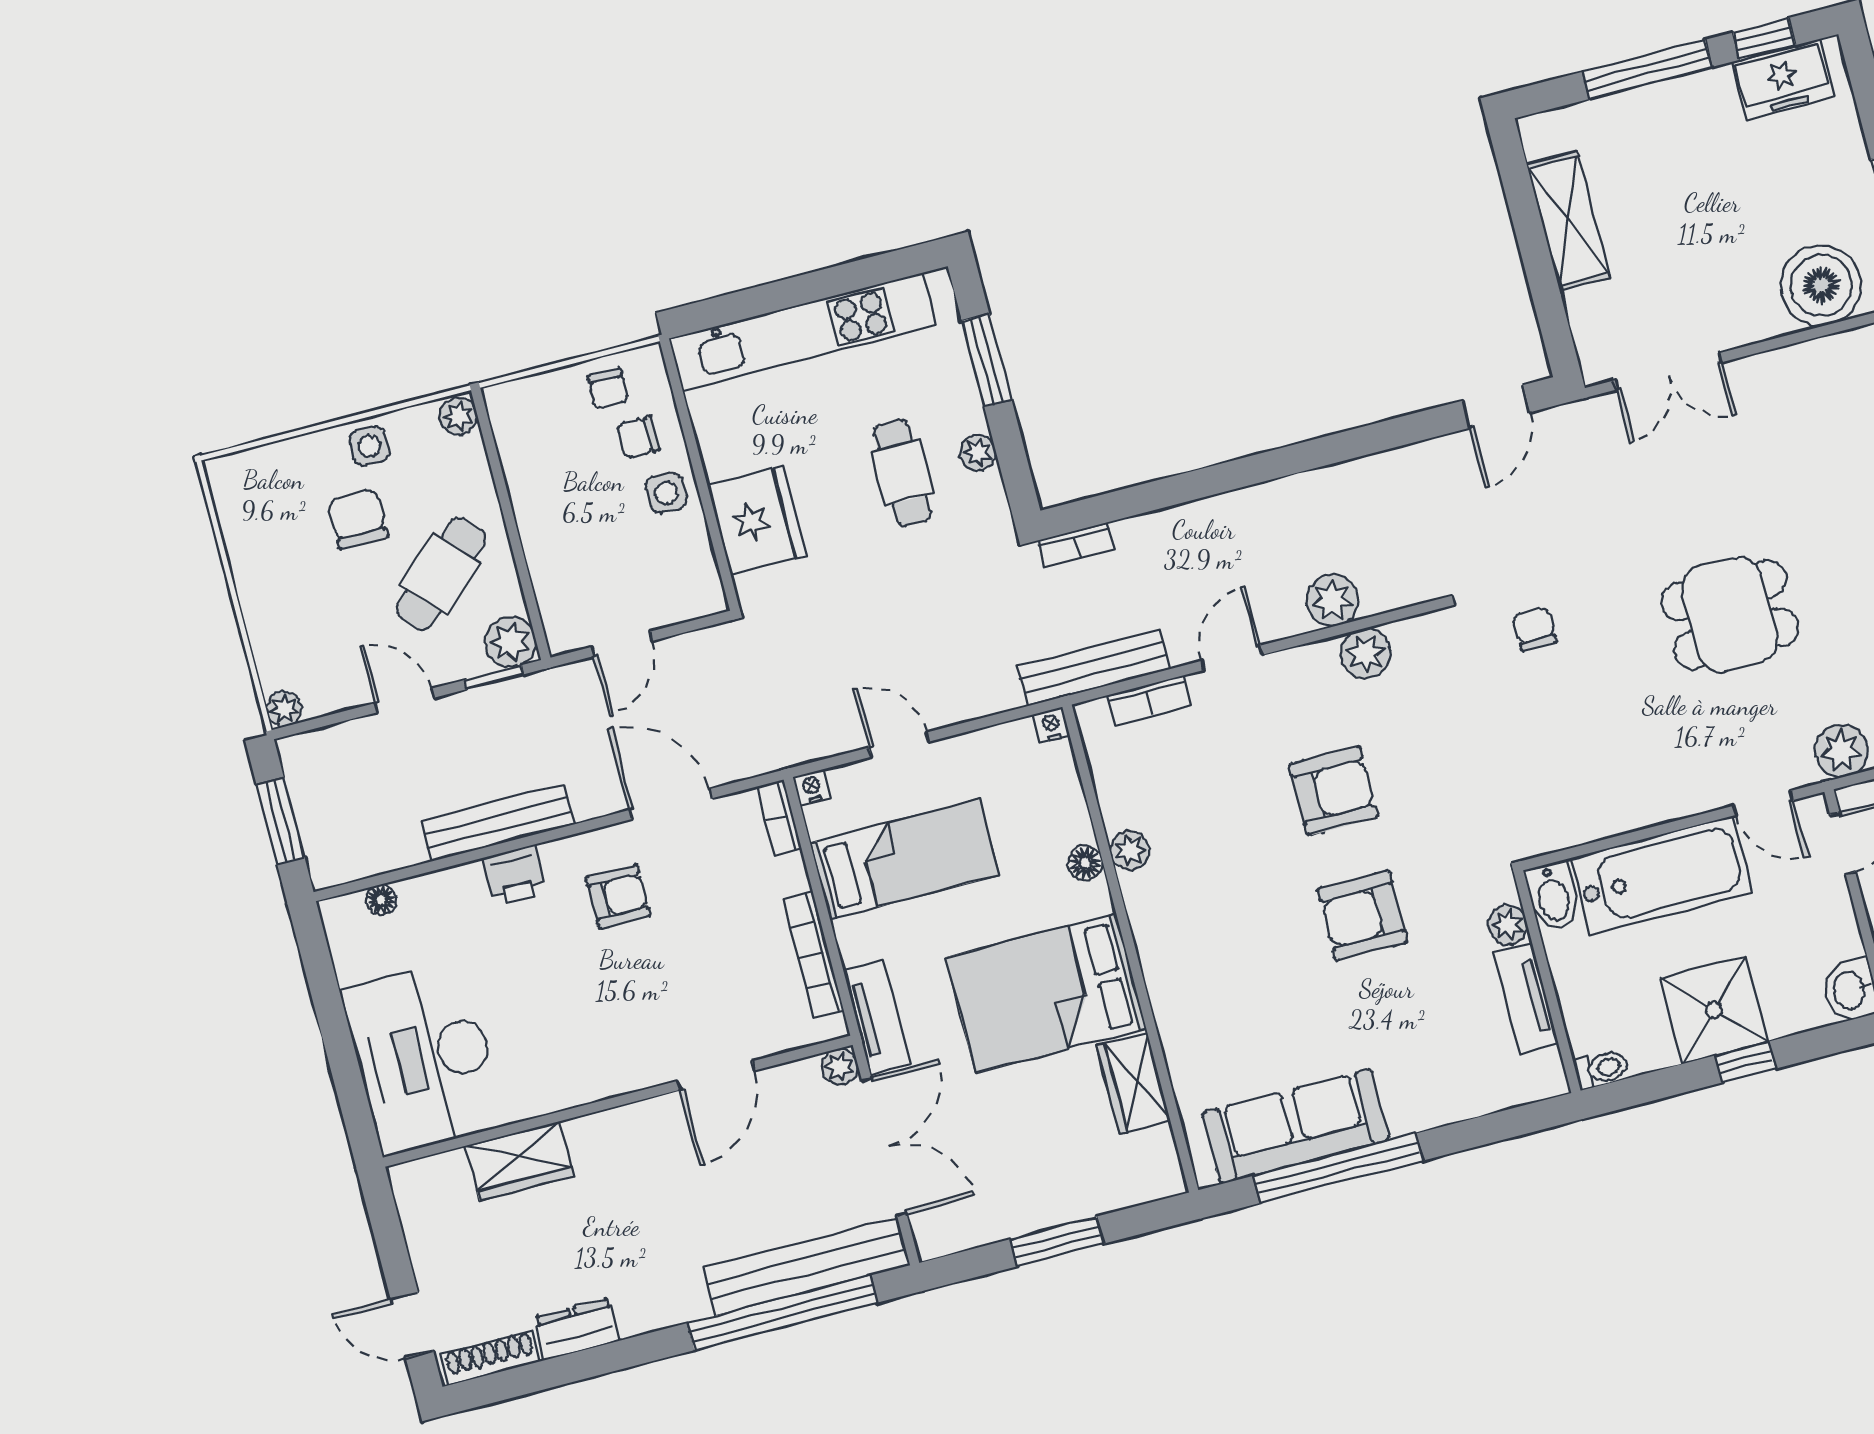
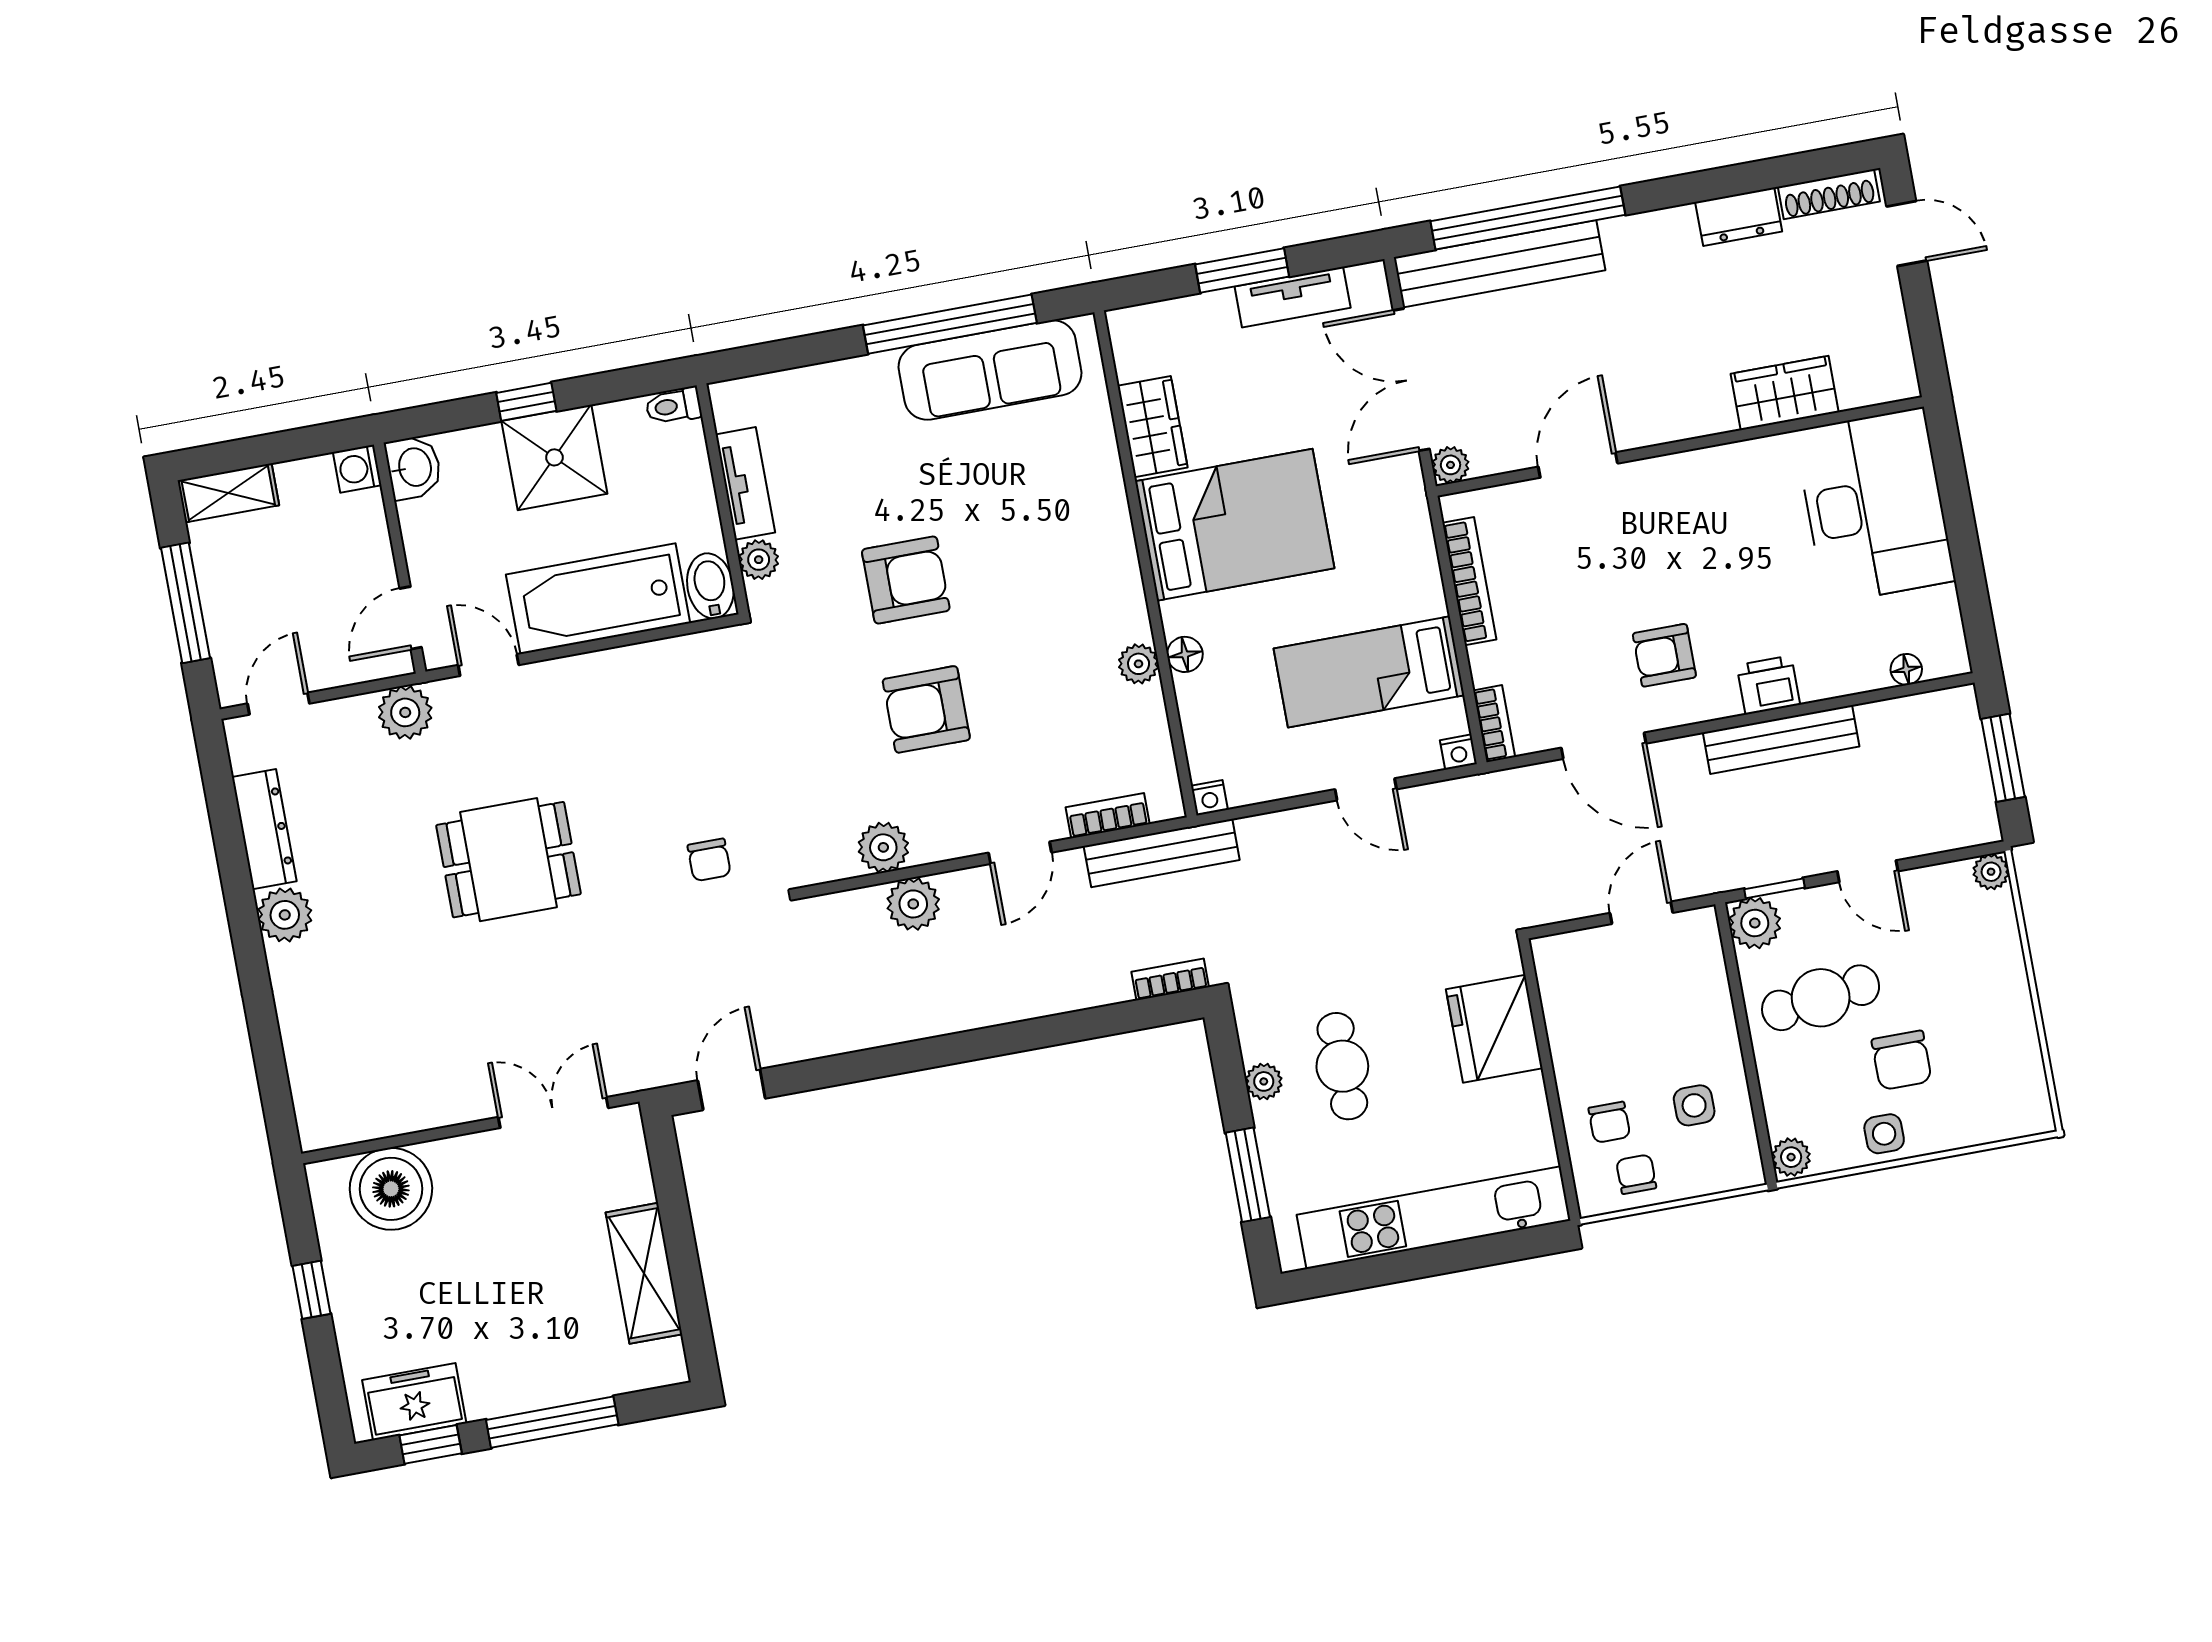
chair: (638, 437) -> (1609, 1122), turned 90
side table: (666, 493) -> (1694, 1105), moved
cafe table: (441, 574) -> (1821, 998), turned 36
tv unit: (876, 1017) -> (1293, 297), moved, turned -90

